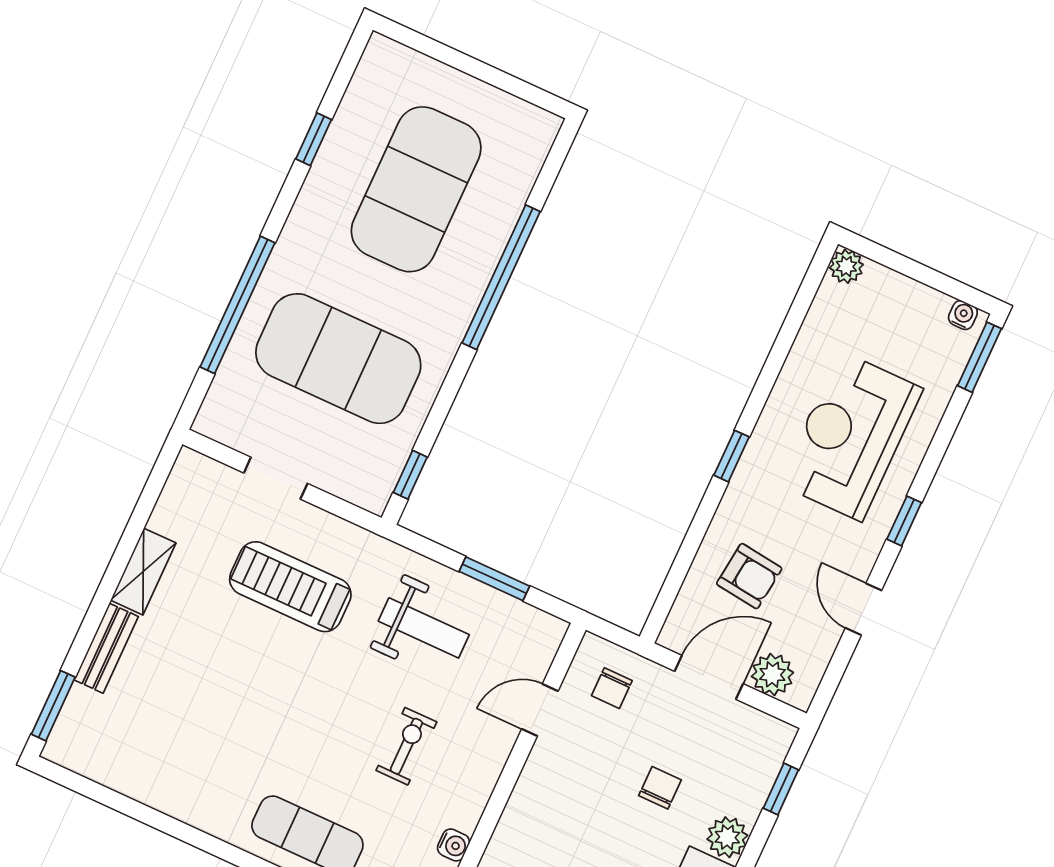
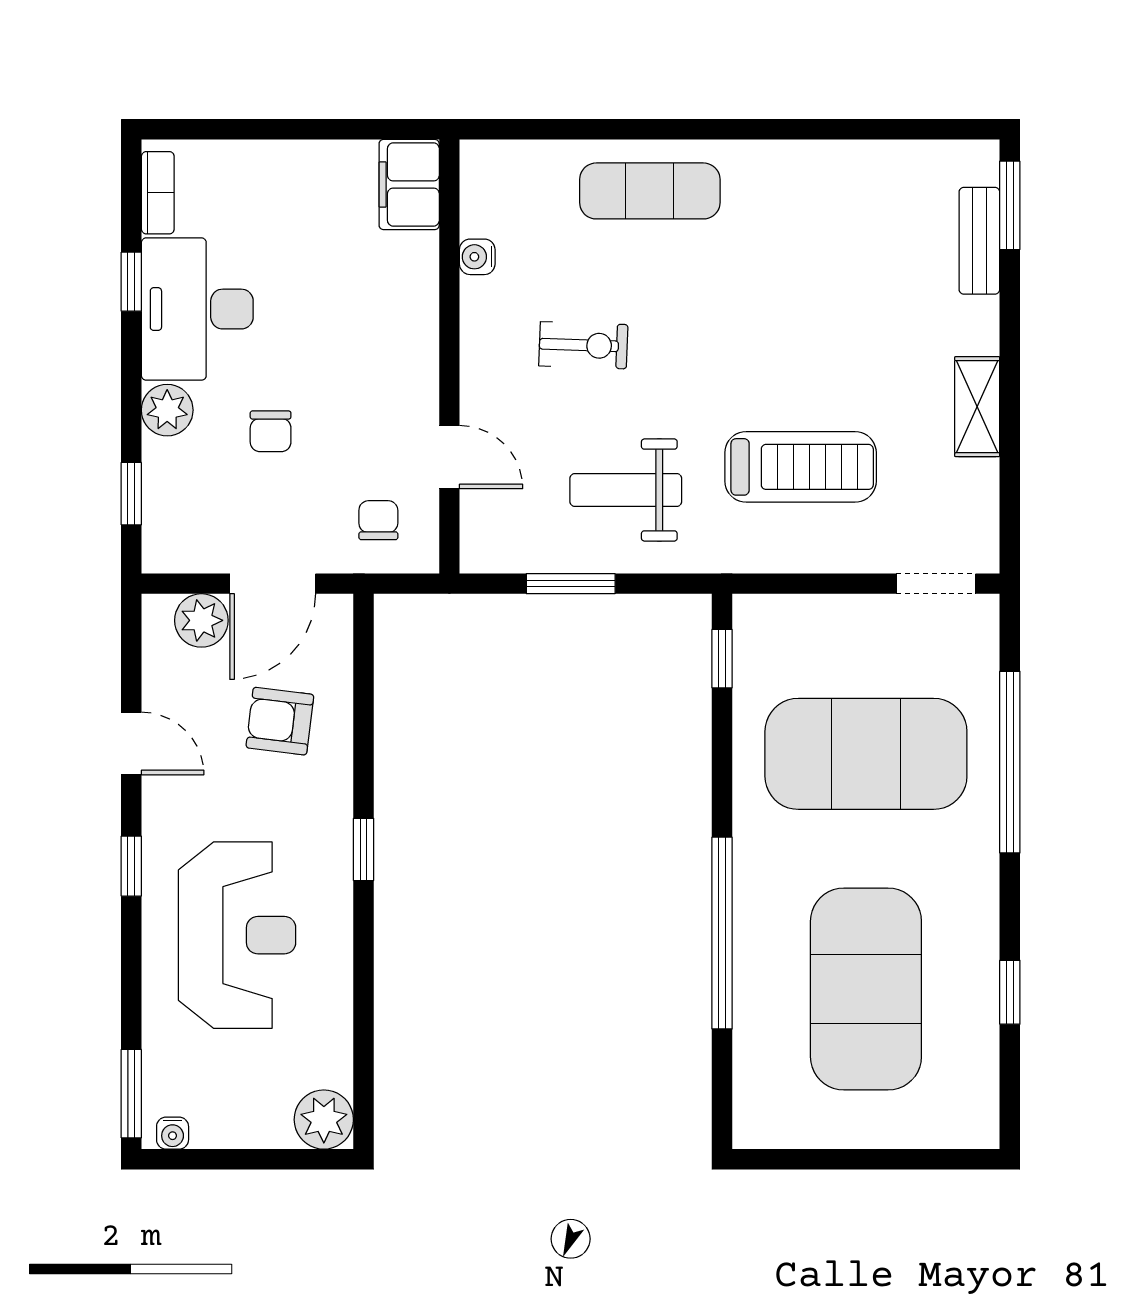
plant: (846, 266) -> (324, 1120), width x1.38, depth x1.38
doorway: (276, 478) -> (936, 584), moved
bench: (106, 648) -> (979, 241), moved
door: (540, 710) -> (449, 457), hinge flipped
exercise bike: (406, 746) -> (583, 345), turned -88

